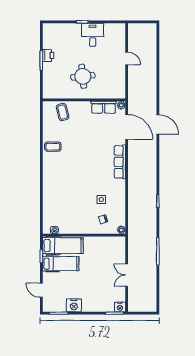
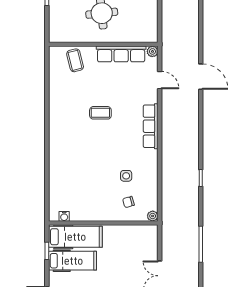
row of seats: (104, 107) -> (121, 54), width x1.48
door: (127, 127) -> (160, 80), width x0.53
coffee table: (53, 147) -> (100, 113), moved

